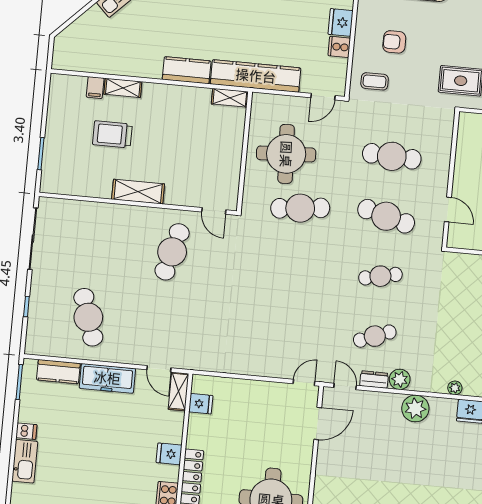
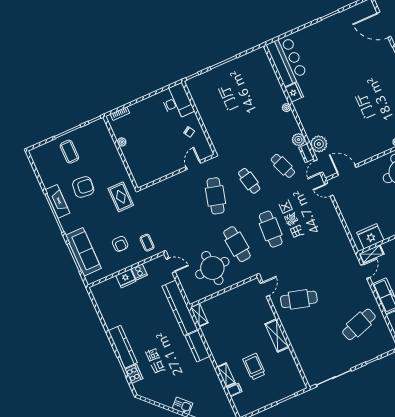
trolley: (112, 134) -> (254, 367), turned 180
cafe table: (392, 156) -> (271, 229), moved
fridge: (201, 404) -> (370, 236), width x1.88, depth x1.34
plant: (415, 408) -> (319, 144), moved

